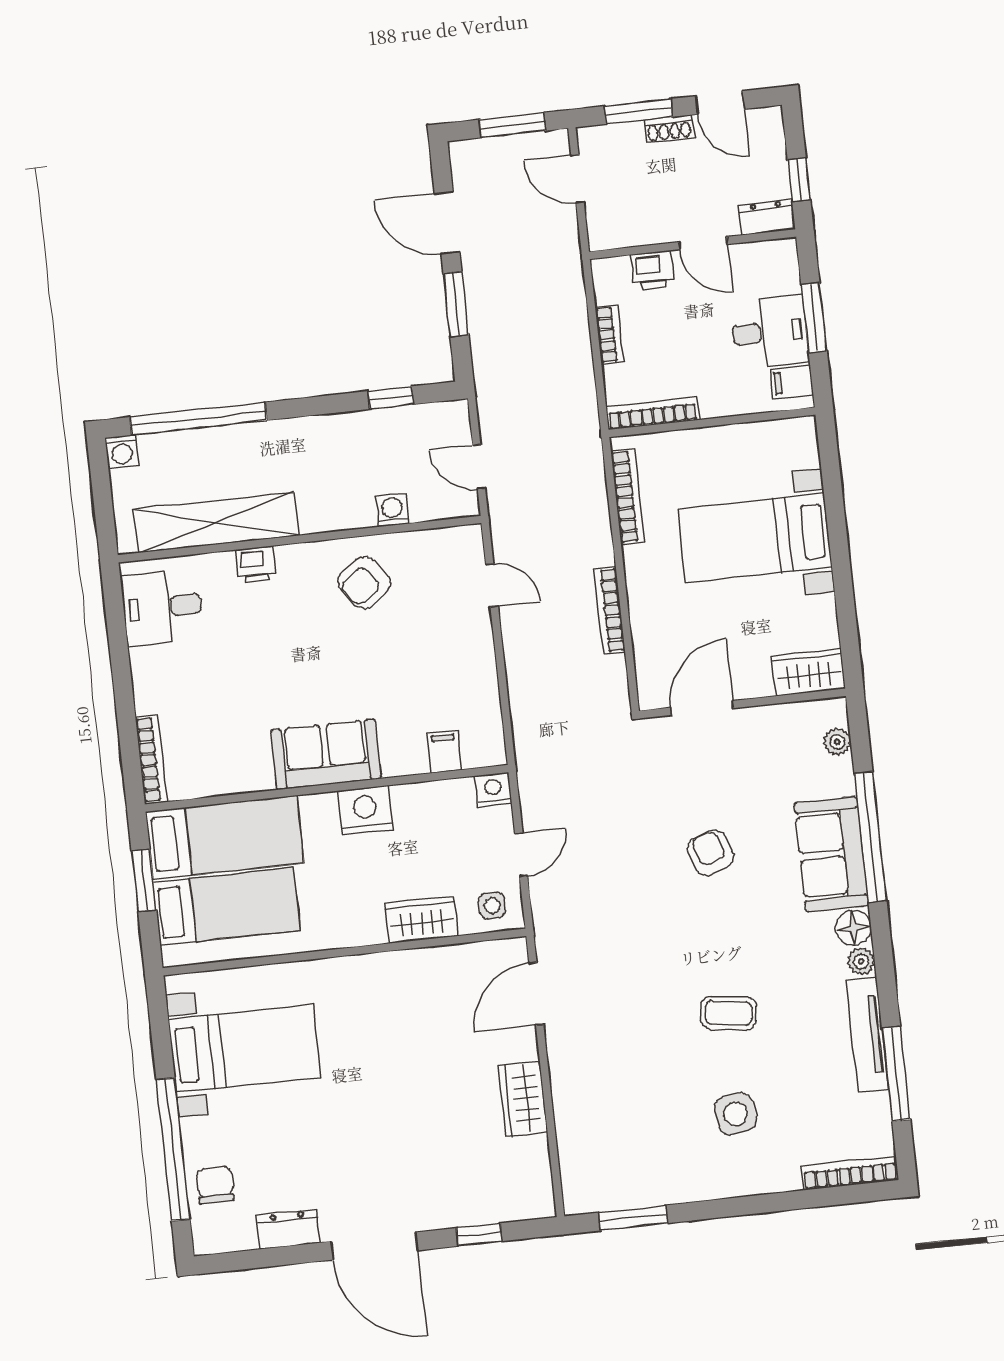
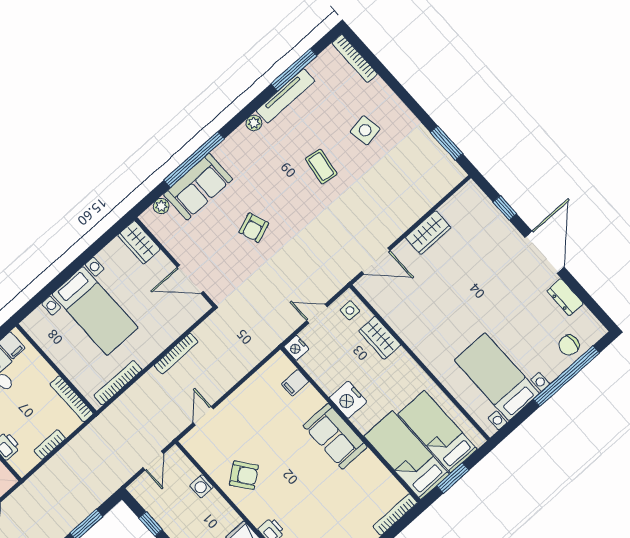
sofa: (831, 854) -> (198, 187), moved
floor lamp: (853, 928) -> (241, 138), removed

